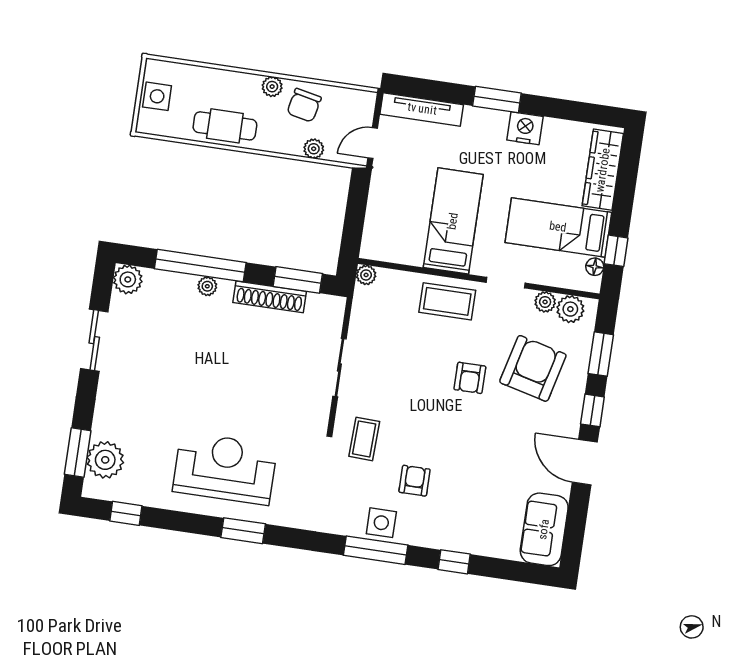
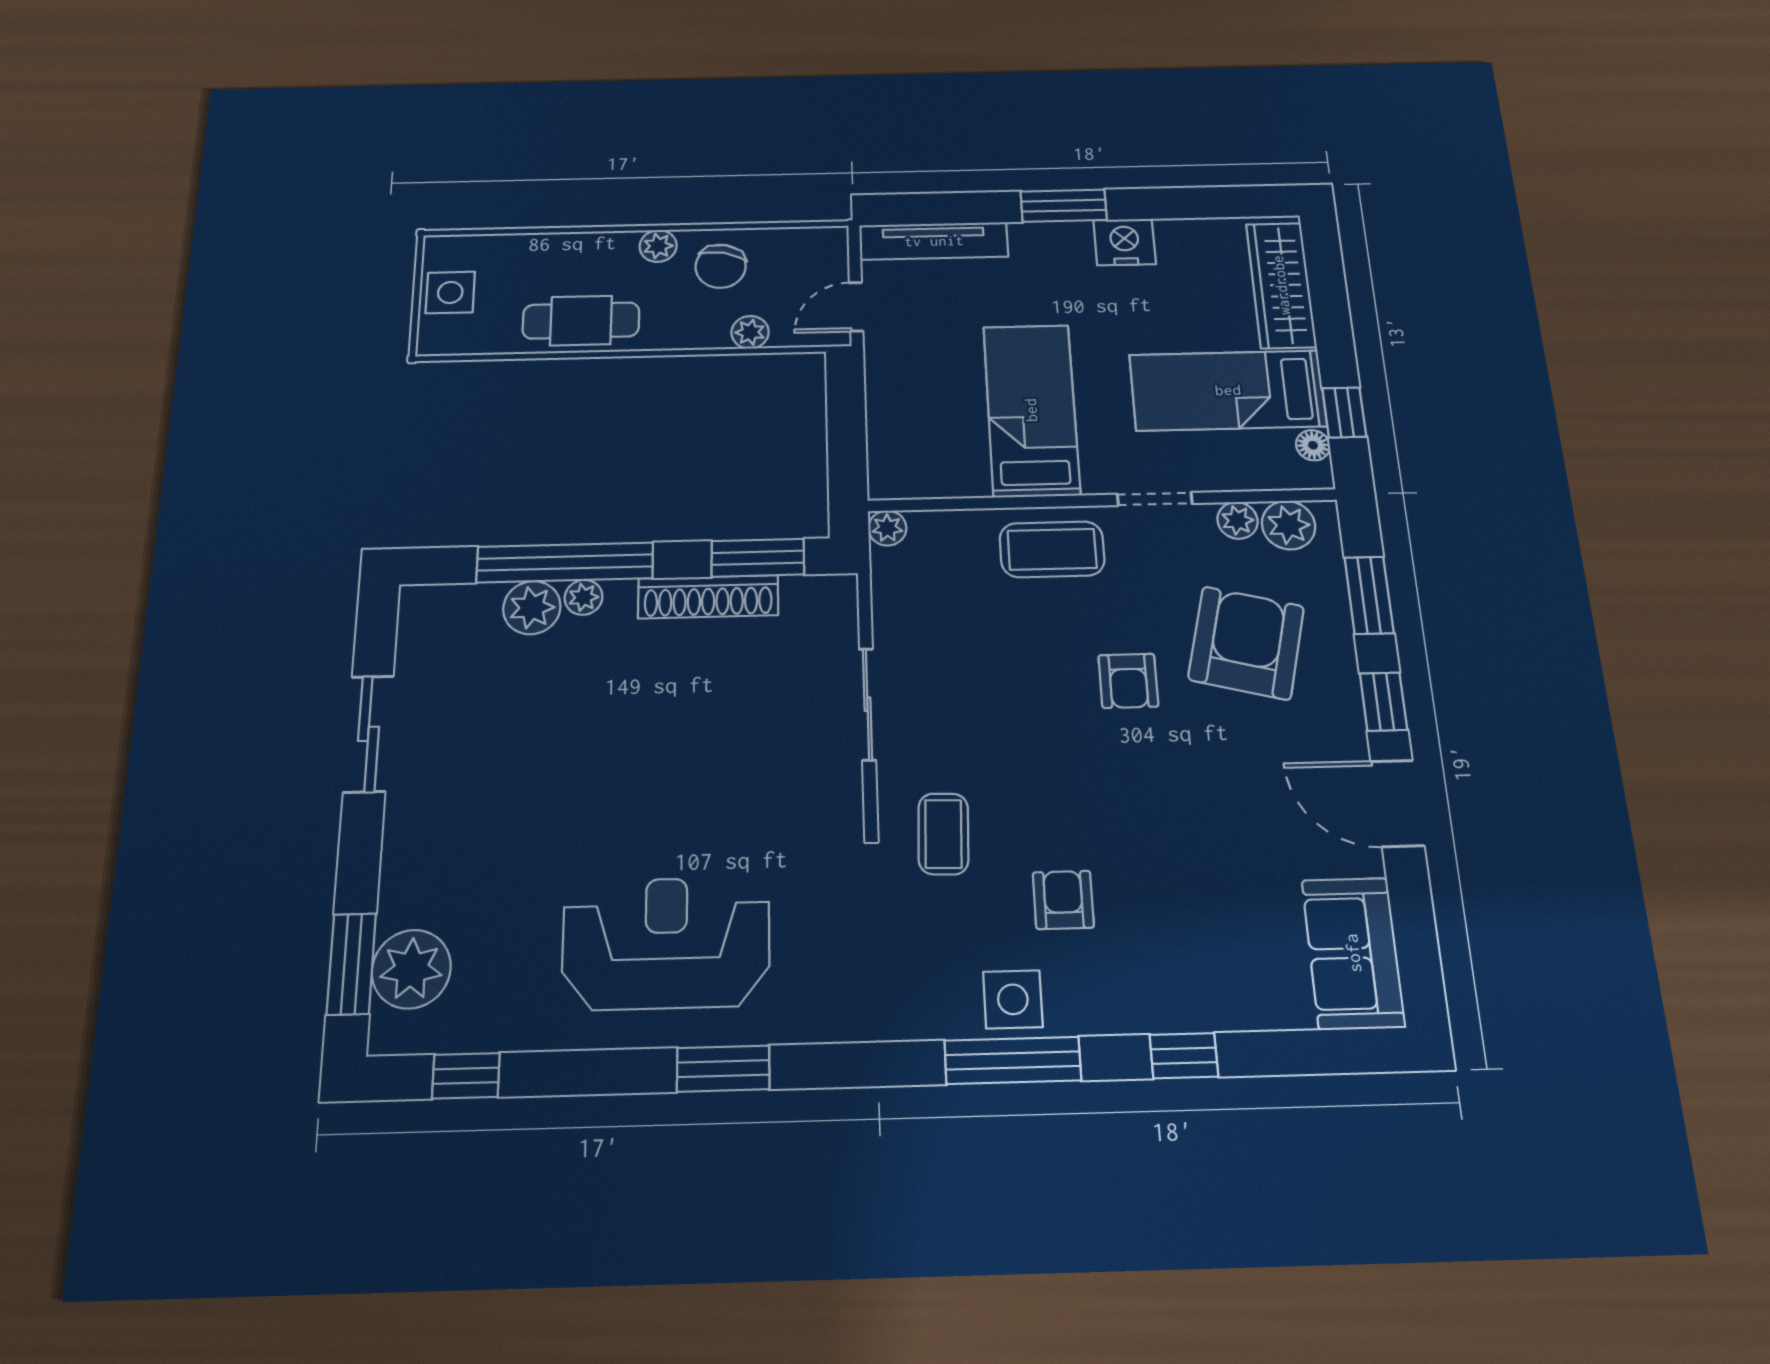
plant: (128, 279) -> (532, 608), moved

